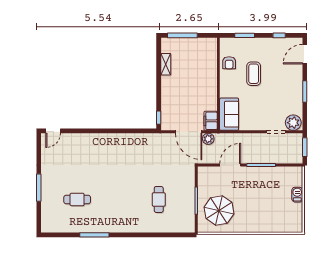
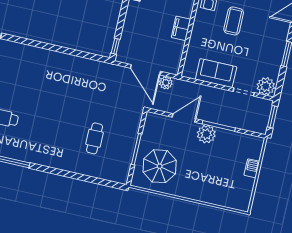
sofa: (229, 114) -> (216, 73), moved, turned -90
filing cabinet: (211, 121) -> (181, 28), moved
plant: (252, 174) -> (206, 134), added

